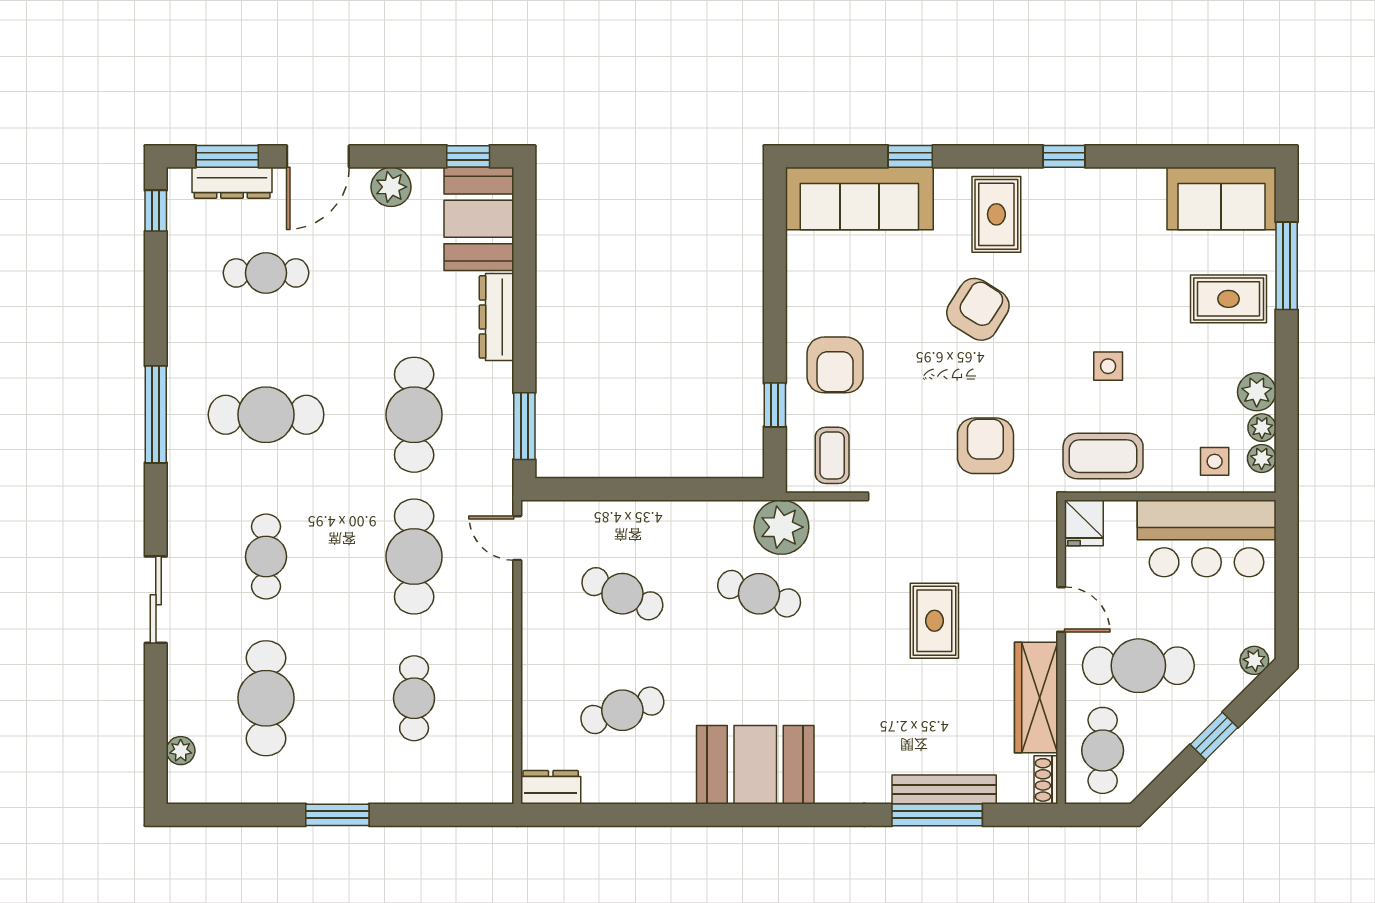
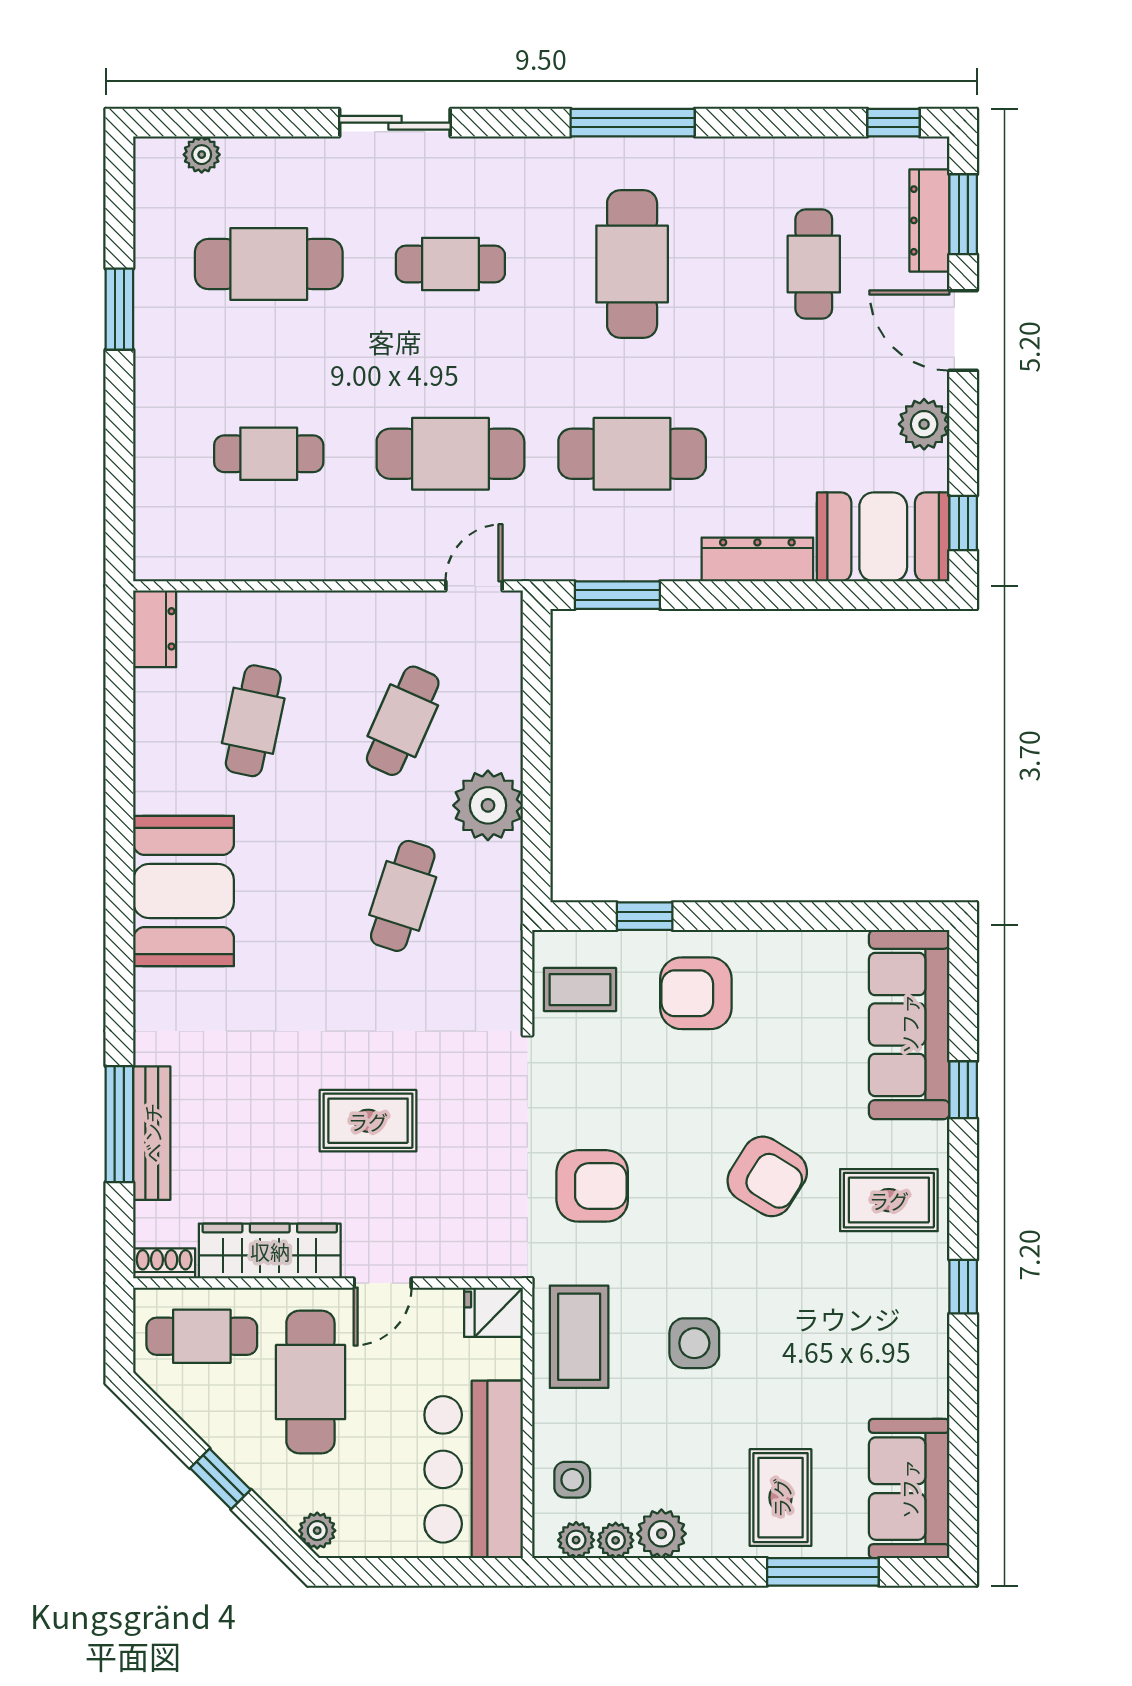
side table: (1108, 366) -> (694, 1343), width x1.37, depth x1.37
plant: (781, 527) -> (488, 805), moved
cafe table: (622, 710) -> (253, 721), turned 30
window: (337, 815) -> (119, 309), moved

